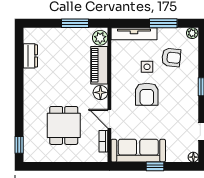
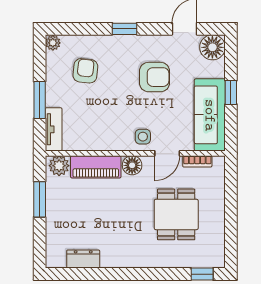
window: (163, 23) -> (40, 100), moved
tv unit: (134, 34) -> (54, 129), width x0.71
side table: (147, 67) -> (143, 137), moved
armchair: (147, 94) -> (155, 77), moved
dining table: (64, 125) -> (176, 214), turned 90
floor lamp: (193, 157) -> (212, 47), width x1.89, depth x1.89

